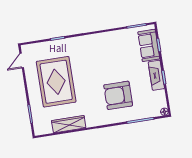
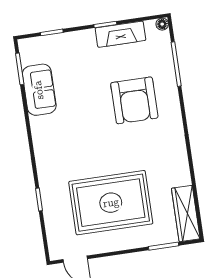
sofa: (149, 45) -> (39, 90), moved, turned -90
fireplace: (156, 75) -> (120, 34), moved
wardrobe: (69, 124) -> (186, 214), moved

